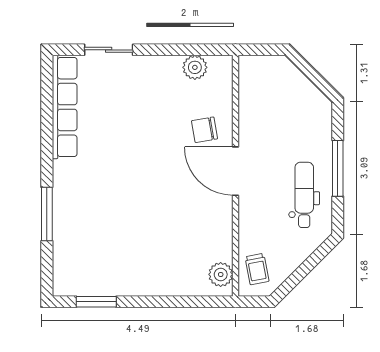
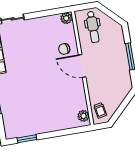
plant: (195, 67) -> (66, 18), moved
dental chair: (304, 195) -> (93, 27), moved, turned 180

